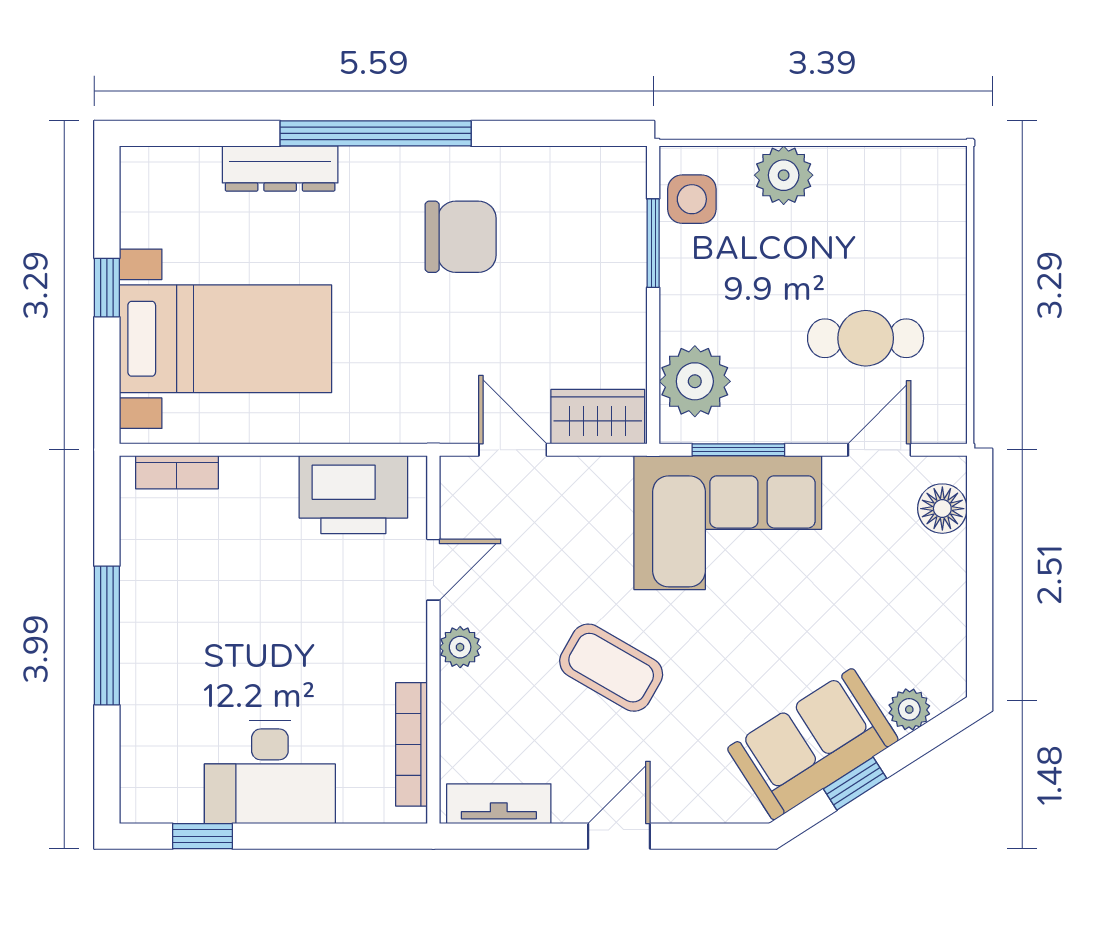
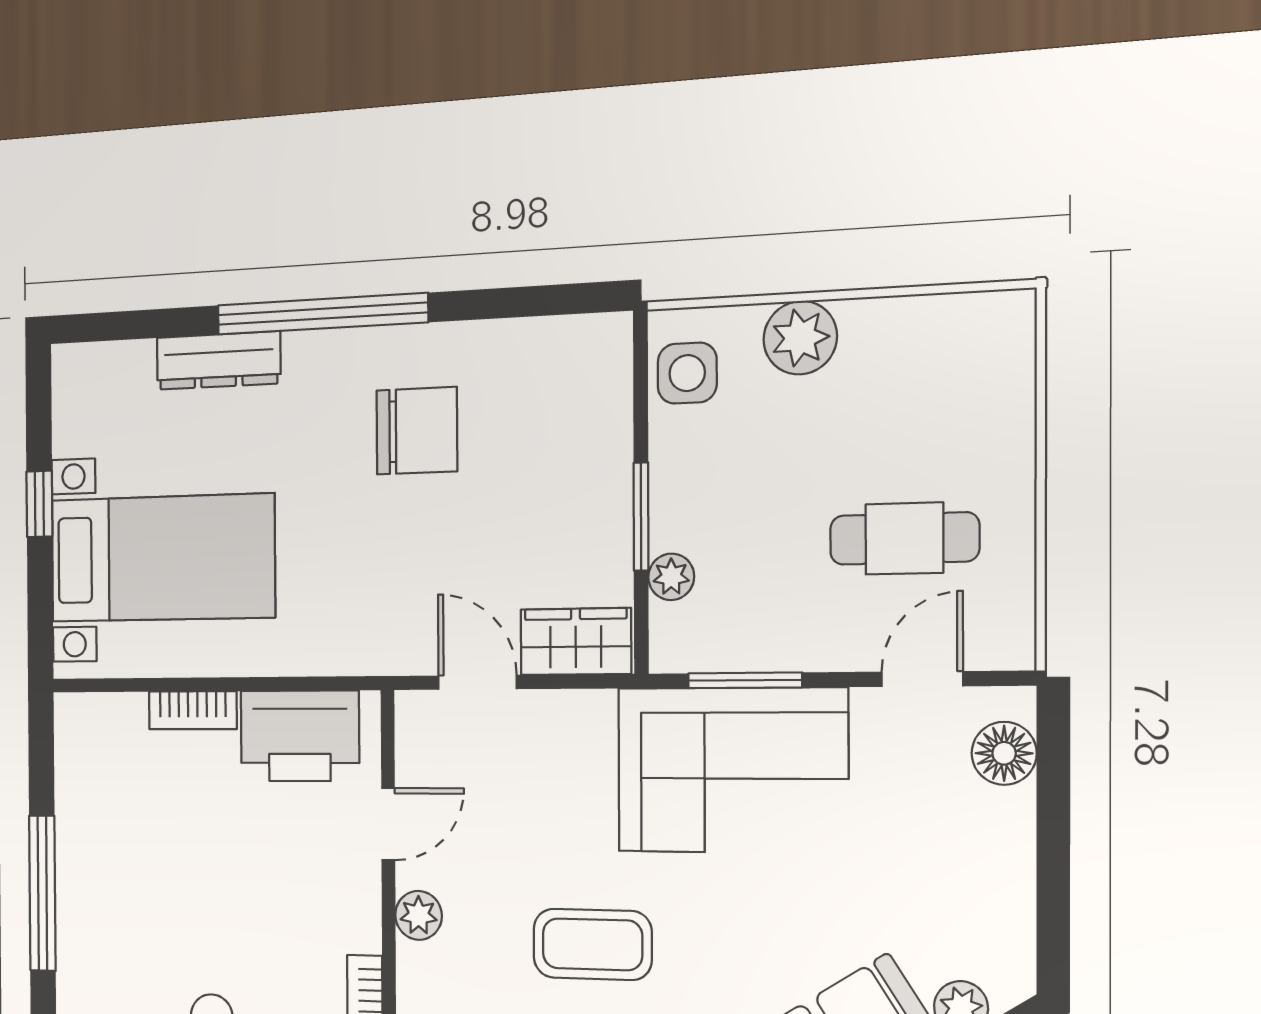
window: (653, 243) -> (641, 517), moved
plant: (695, 381) -> (671, 577), width x0.53, depth x0.53
bookcase: (177, 472) -> (193, 710), moved
coffee table: (611, 668) -> (592, 944), turned -30

